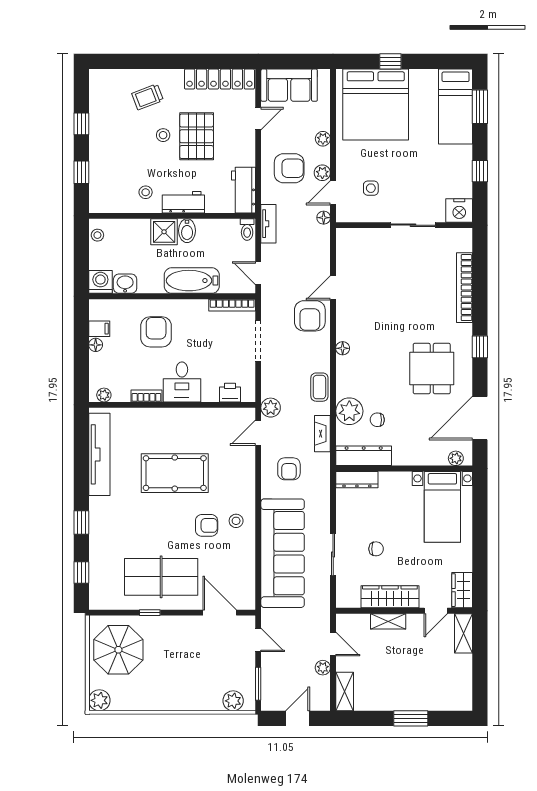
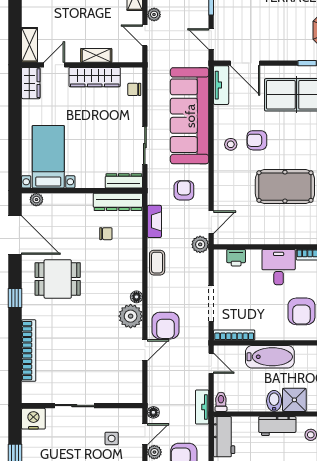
armchair: (310, 316) -> (166, 326), turned 180
dining table: (432, 369) -> (58, 279), turned 90
plant: (349, 411) -> (131, 316), moved
door: (480, 418) -> (15, 235), hinge flipped
chair: (376, 549) -> (134, 89), moved
sliding door: (333, 554) -> (145, 146), moved
tv unit: (247, 588) -> (221, 85), added

